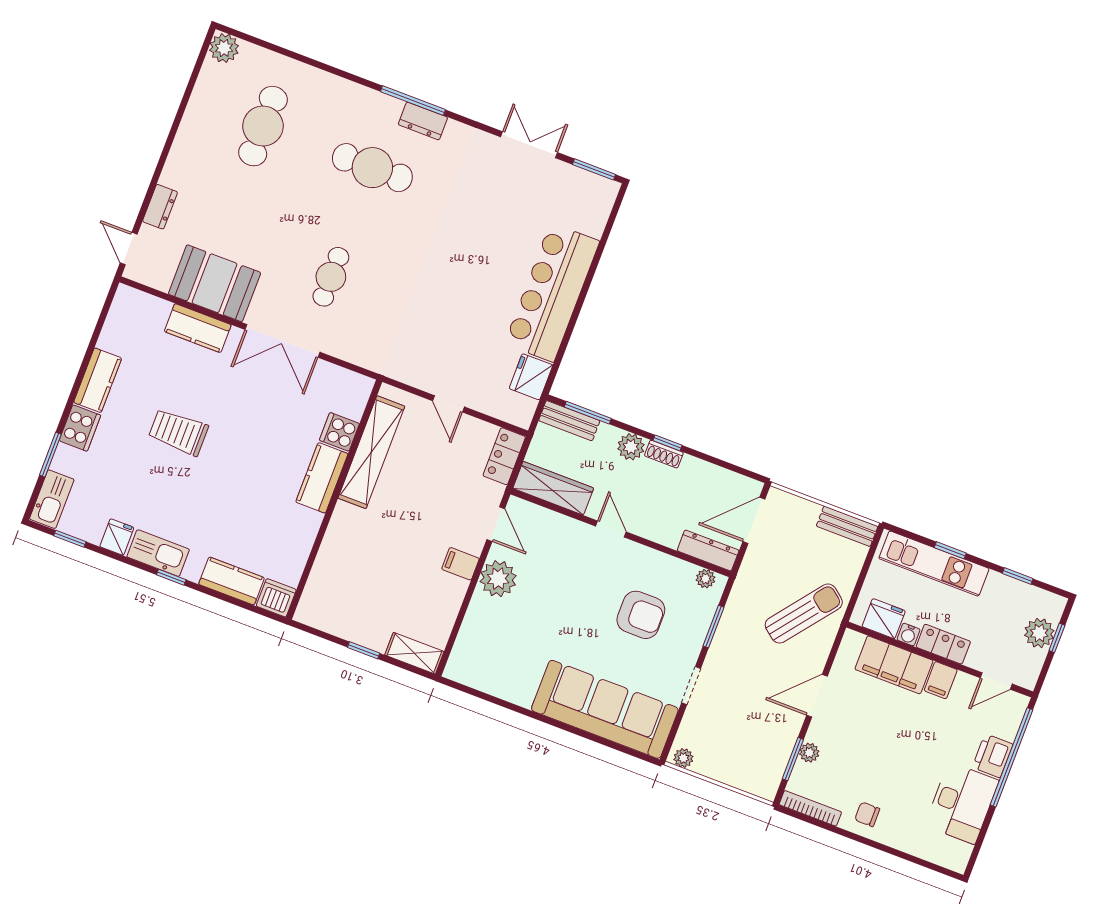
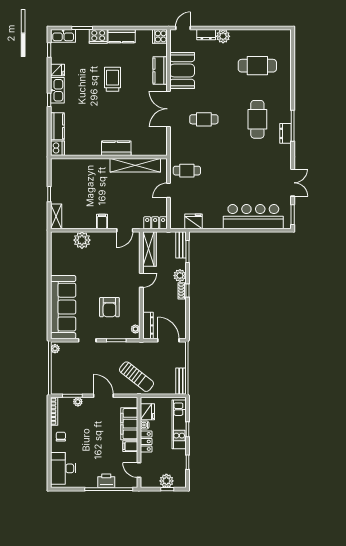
plant: (224, 48) -> (223, 36), moved
bar counter: (552, 292) -> (253, 217), moved
cafe table: (422, 351) -> (187, 171), added
cooker: (339, 432) -> (160, 36), moved, turned -90
plant: (498, 579) -> (82, 240), moved
desk: (962, 803) -> (63, 468), moved, turned 90

